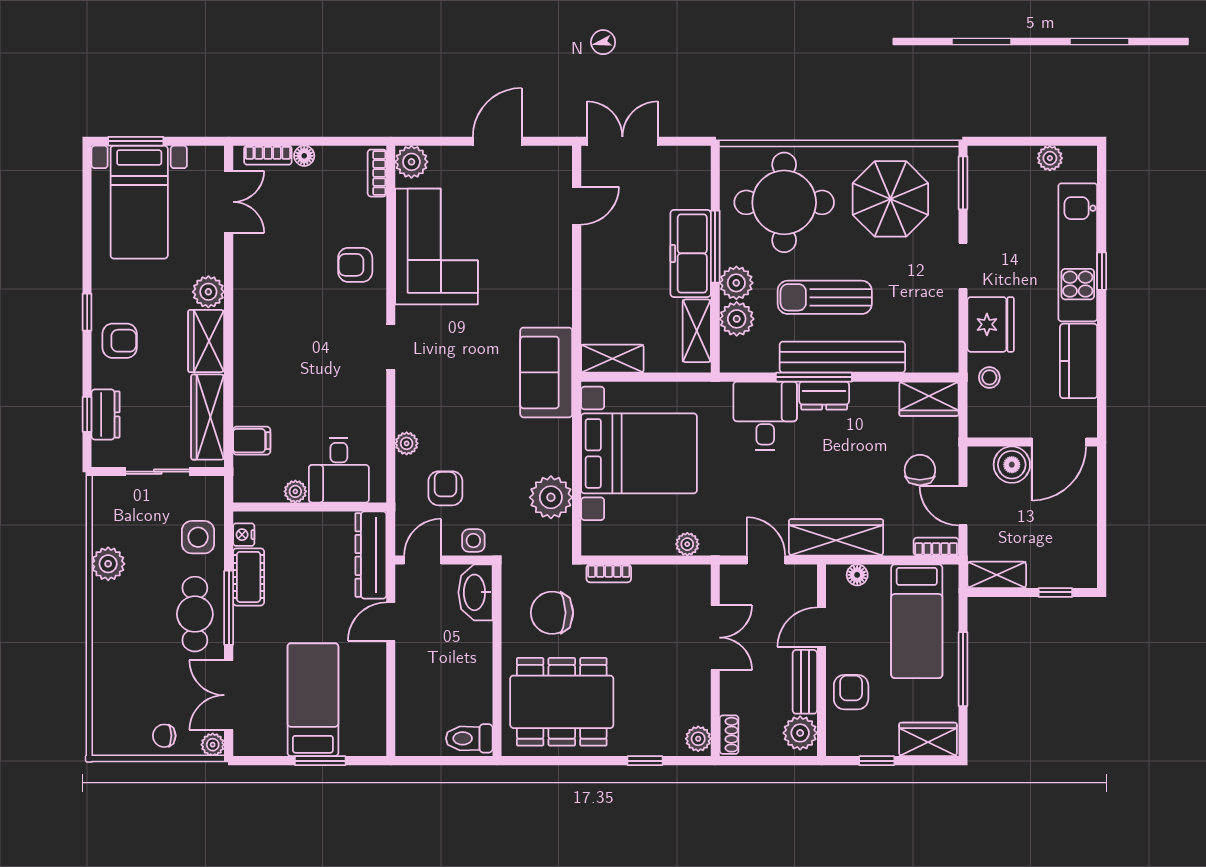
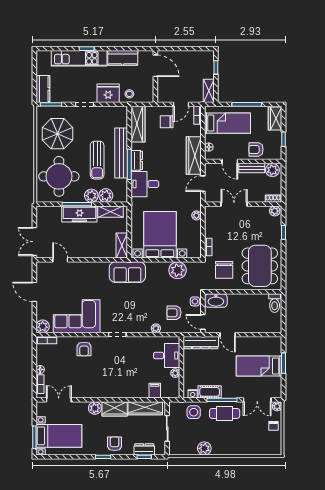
plant: (1050, 158) -> (41, 70), removed
kitchen counter: (1001, 163) -> (43, 89), added
wardrobe: (929, 399) -> (138, 124), width x1.50
boiler: (1012, 465) -> (164, 85), removed

